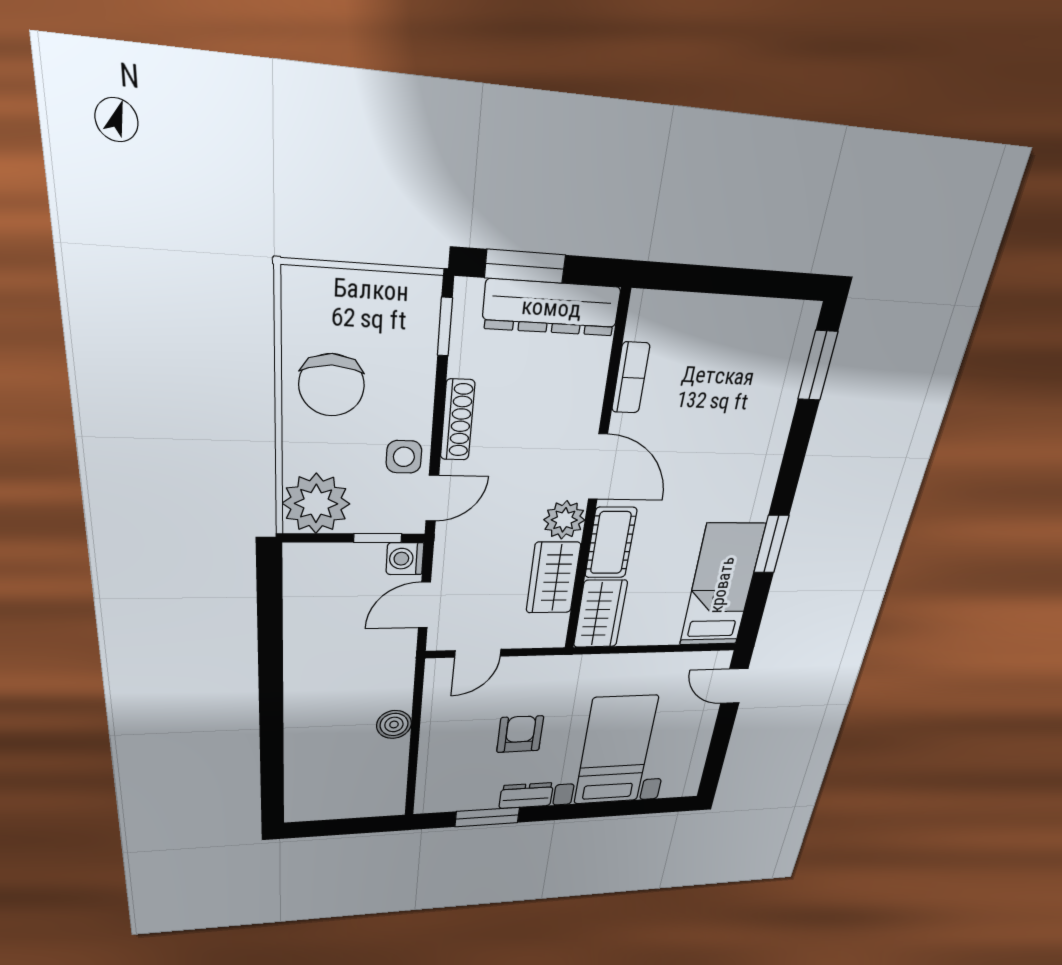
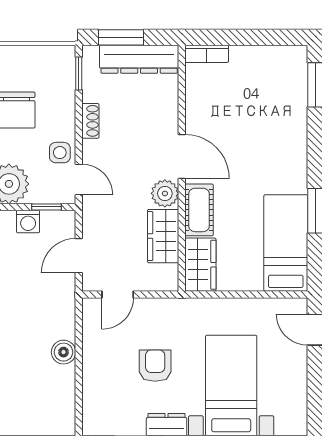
bookcase: (631, 378) -> (207, 54), moved, turned 90
shoe rack: (458, 420) -> (90, 121), width x0.70
door: (432, 498) -> (79, 179), hinge flipped
washing machine: (405, 559) -> (28, 221), moved, turned -90

